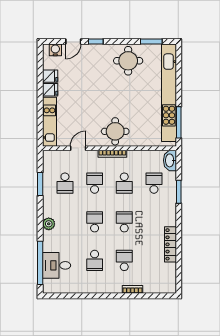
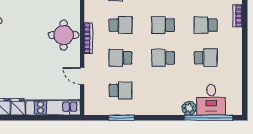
plant: (49, 224) -> (189, 108), moved

